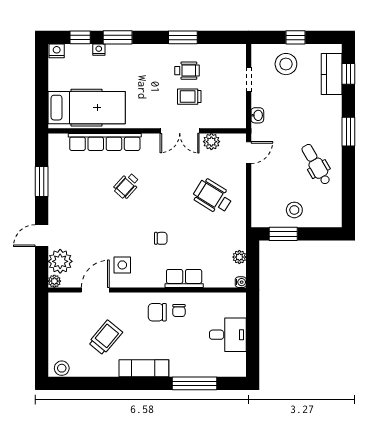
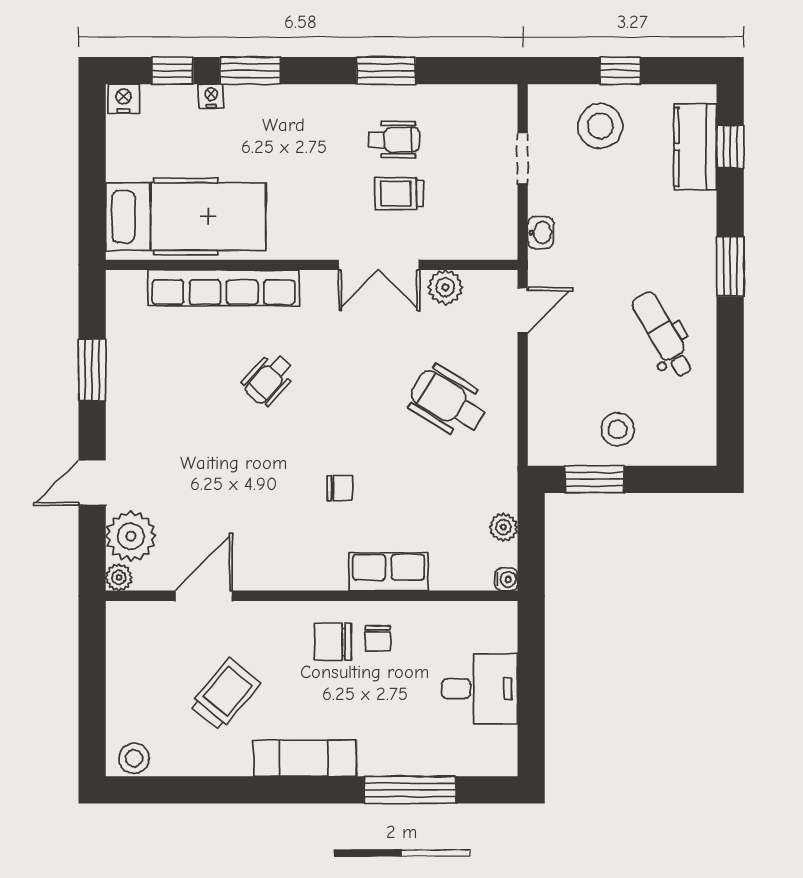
side table: (122, 265) -> (260, 544), removed

